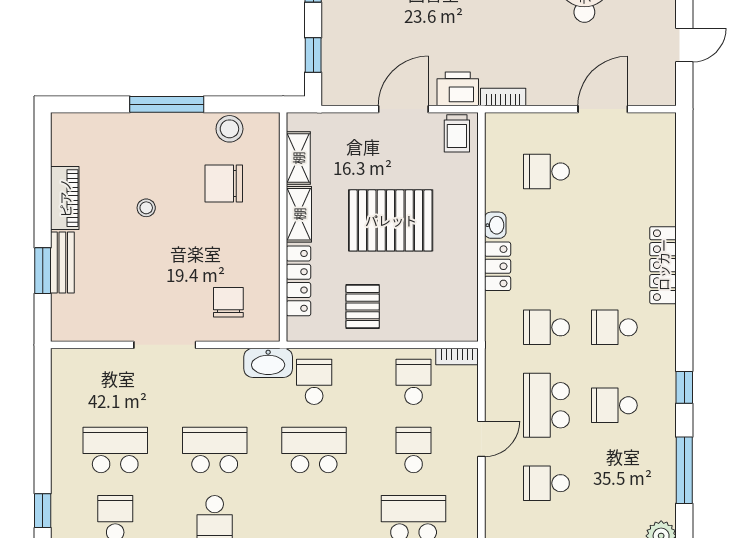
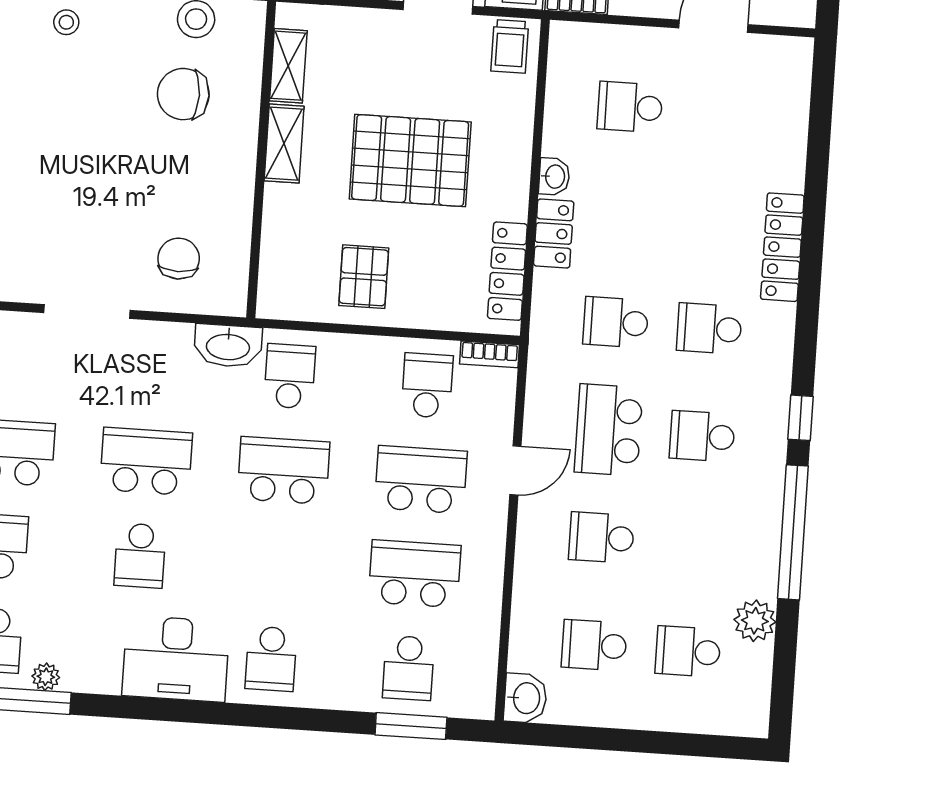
stool: (146, 208) -> (66, 22), moved
locker: (298, 281) -> (507, 271), moved, turned 180
school desk: (414, 450) -> (421, 480), width x1.85
window: (684, 470) -> (793, 532), width x1.46

